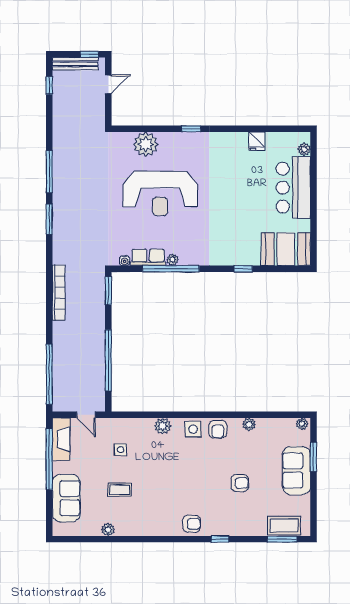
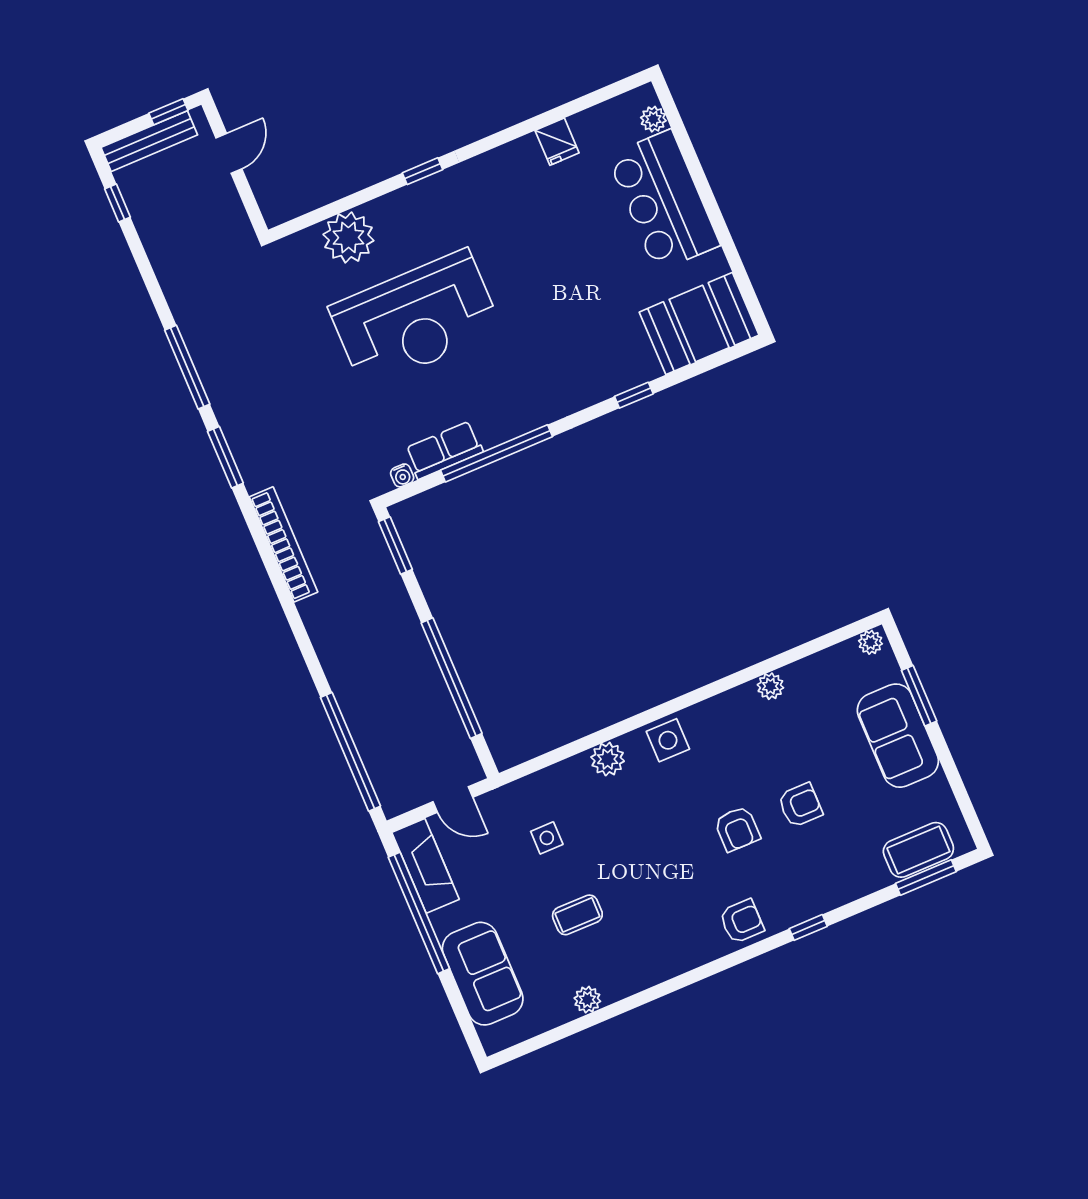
plant: (173, 260) -> (492, 435), removed
bookcase: (59, 293) -> (284, 544), moved
armchair: (218, 429) -> (737, 829), moved

